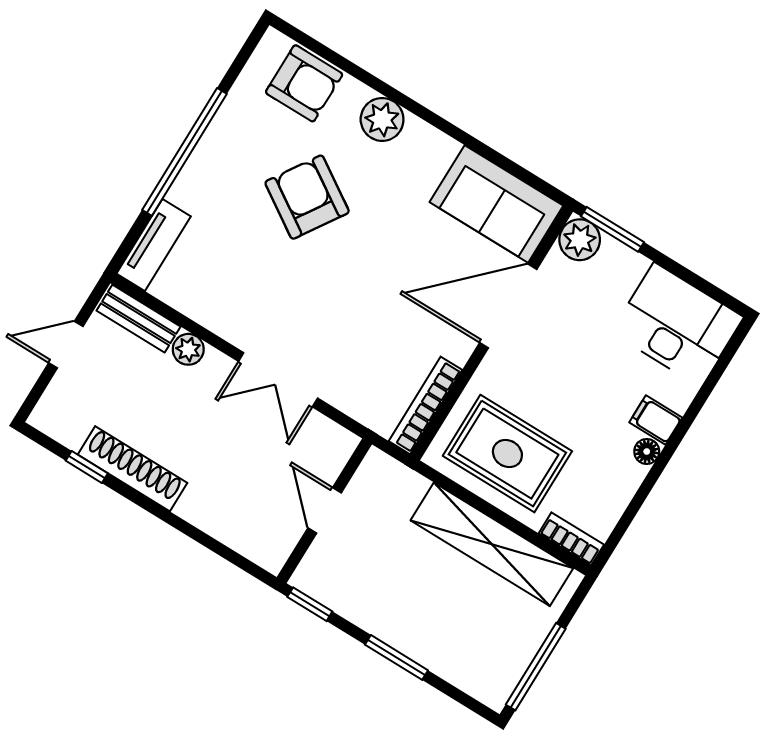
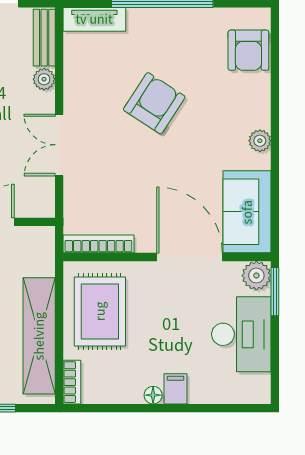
plant: (382, 119) -> (260, 141), moved, width x0.73, depth x0.73
armchair: (307, 197) -> (154, 103), moved
desk: (677, 325) -> (241, 334), moved

